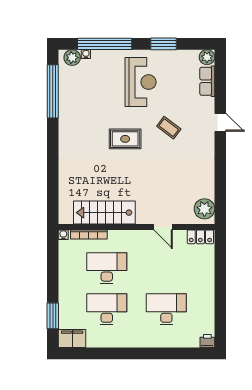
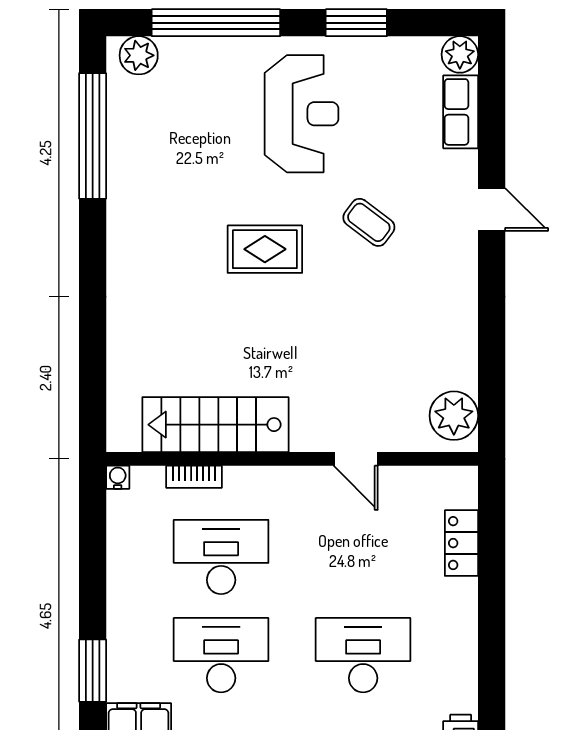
water cooler: (86, 54) -> (171, 47), removed
bookcase: (89, 234) -> (194, 477), width x0.64
locker: (200, 237) -> (461, 543), moved, turned 90

